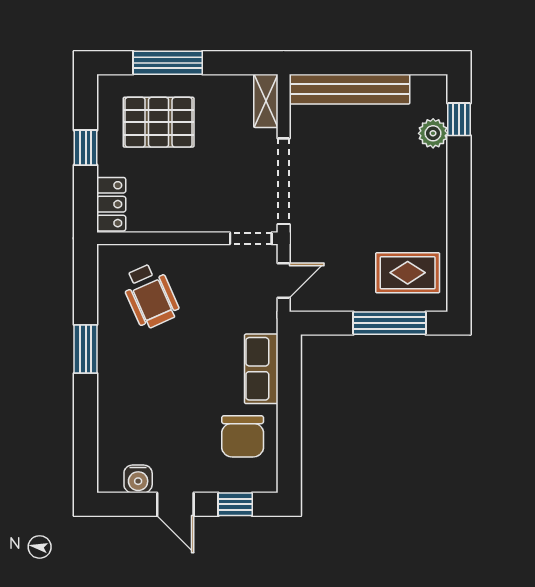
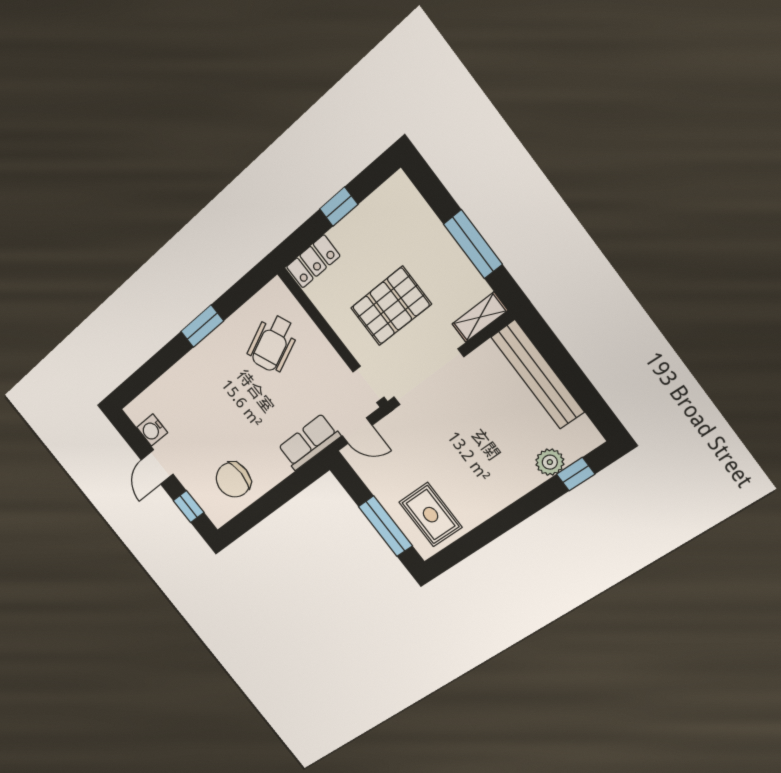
window: (168, 63) -> (473, 244), moved
pallet: (159, 122) -> (391, 306), moved, turned 90
row of seats: (261, 369) -> (309, 442), moved

